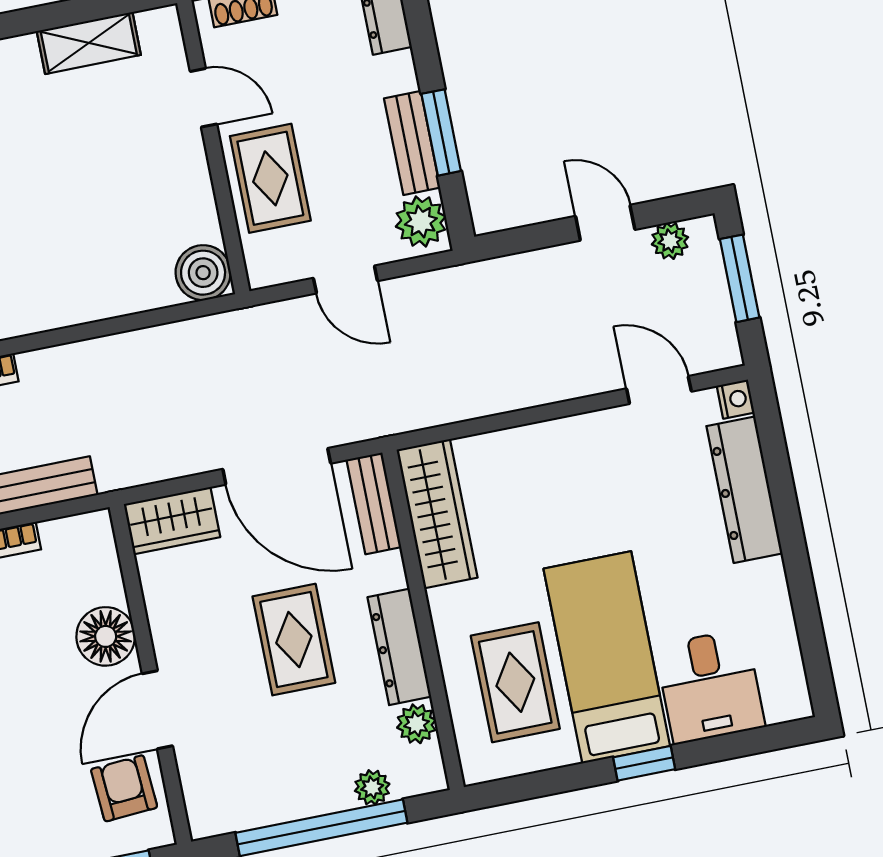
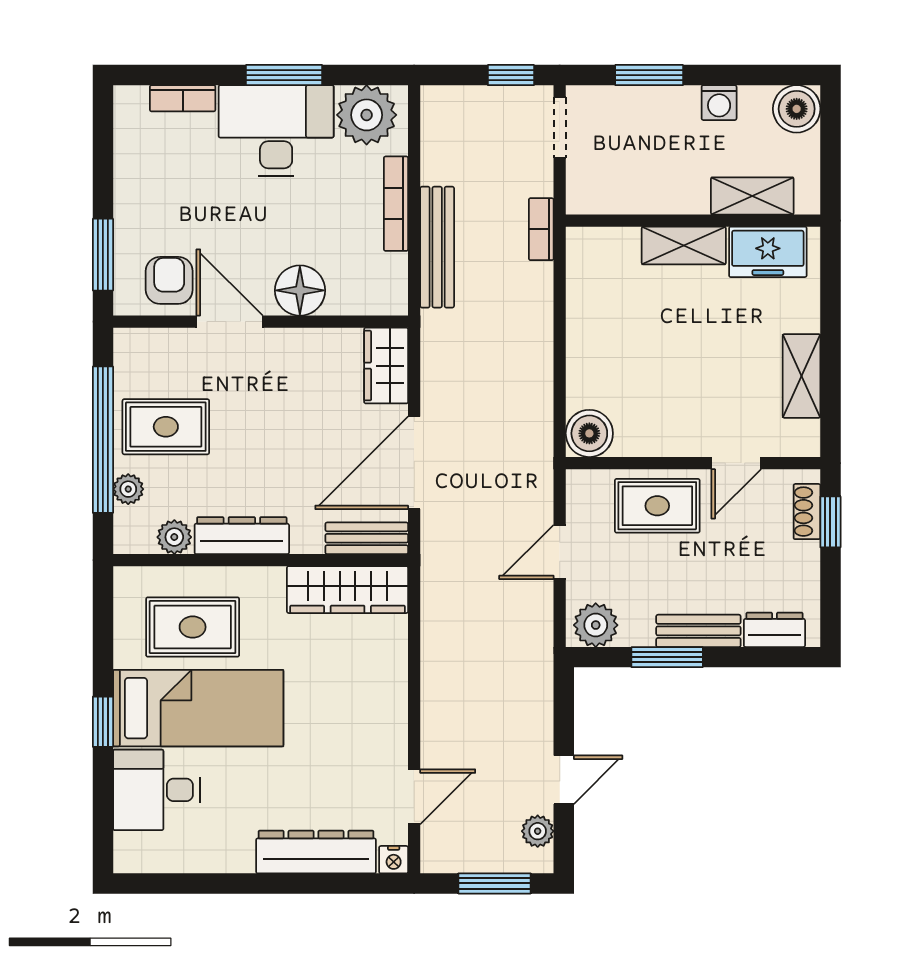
bench: (412, 143) -> (698, 631), moved
rug: (294, 640) -> (166, 427), moved
armchair: (124, 788) -> (169, 280), turned -86

